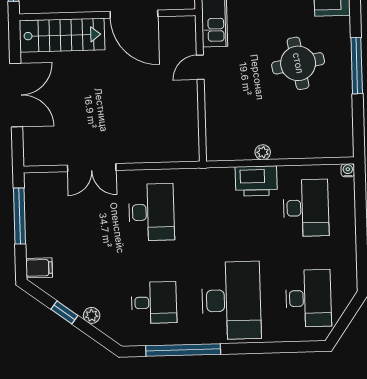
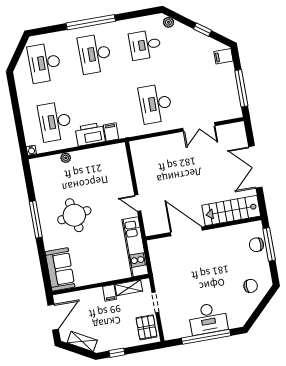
door: (200, 67) -> (138, 203), swing flipped
plant: (263, 152) -> (66, 158), moved
double door: (92, 168) -> (199, 127), swing flipped
filing cabinet: (224, 180) -> (111, 132), added
desk: (231, 300) -> (95, 54), width x0.73, depth x0.77
plant: (92, 315) -> (168, 22), moved
window: (183, 350) -> (91, 22), moved

